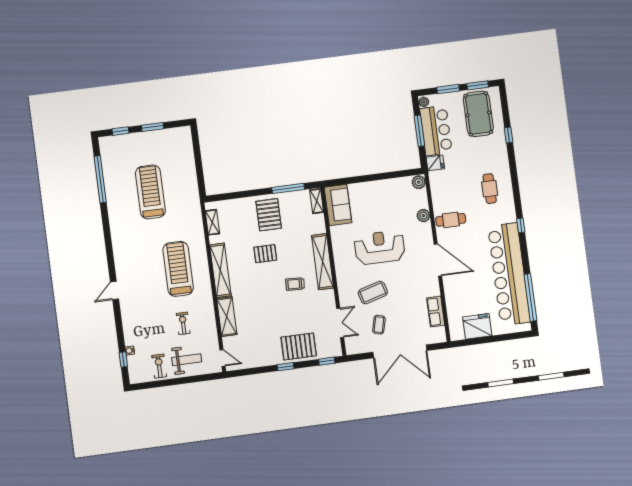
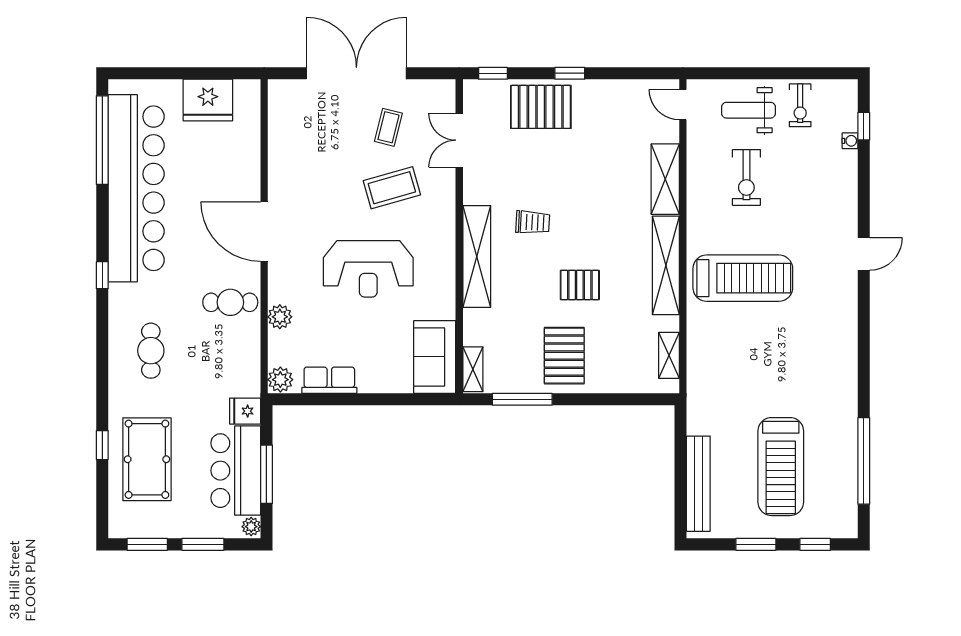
pool table: (478, 114) -> (147, 459), moved
bench: (188, 155) -> (698, 484), added
treadmill: (150, 192) -> (781, 467), moved
treadmill: (178, 269) -> (743, 278), turned -90
row of seats: (436, 312) -> (329, 380), moved, turned -90
exercise bike: (183, 323) -> (746, 177), width x1.38, depth x1.39

